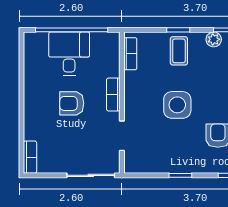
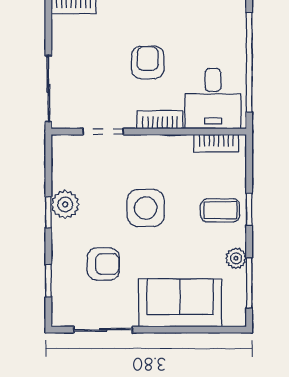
desk: (69, 54) -> (213, 99), moved, turned 90
plant: (175, 163) -> (65, 204), added

